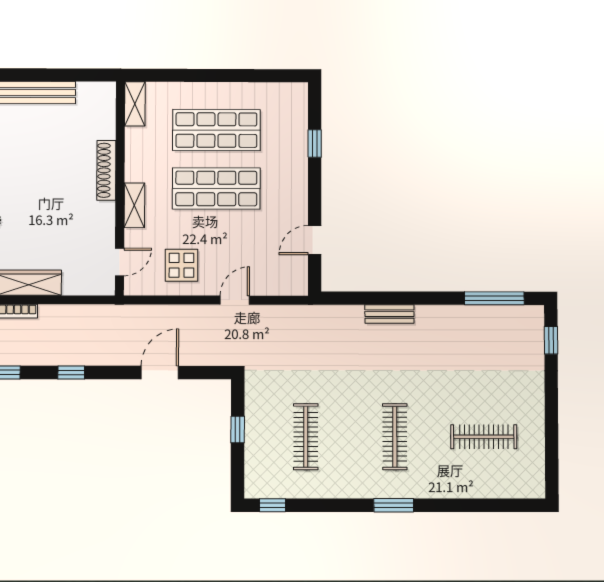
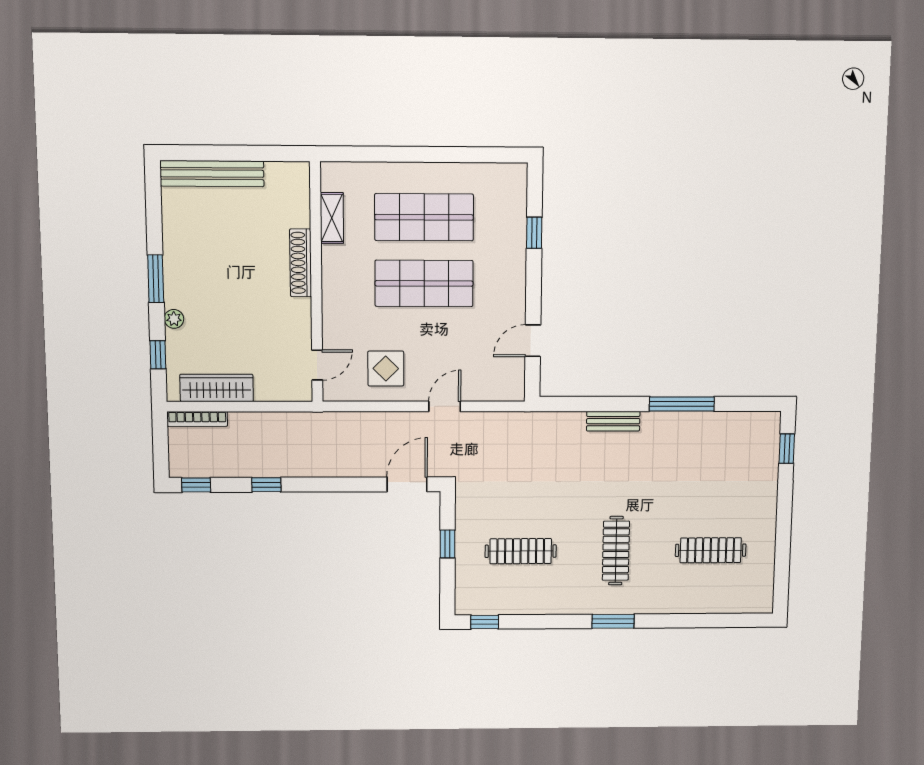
shelving: (135, 104) -> (332, 218), moved
shelving: (134, 205) -> (333, 302), removed
window: (494, 298) -> (682, 404), moved
door: (160, 373) -> (407, 484), moved
clothes rail: (306, 437) -> (521, 551), turned 90

